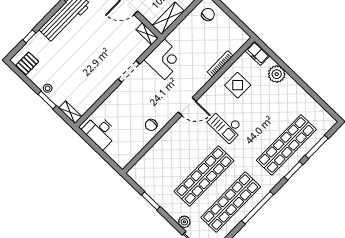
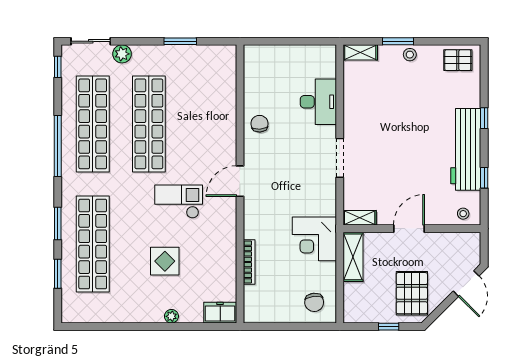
window: (29, 36) -> (484, 118), moved
corner desk: (164, 59) -> (314, 239), moved
pallet: (27, 63) -> (458, 60), turned 90
plant: (277, 74) -> (171, 316), width x0.53, depth x0.53
display table: (238, 85) -> (165, 261), moved
desk: (100, 132) -> (318, 102), moved, turned 90
window: (317, 147) -> (58, 274), width x0.69

